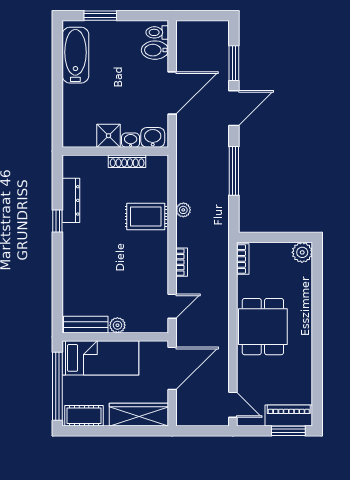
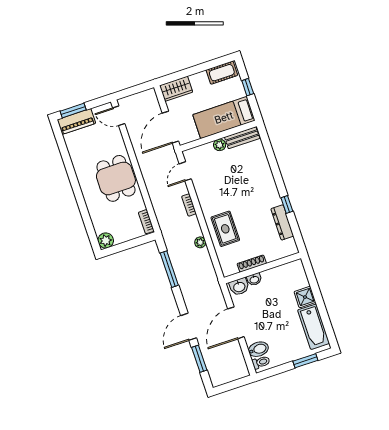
shower: (109, 136) -> (305, 297), moved
window: (234, 171) -> (169, 269), moved
rug: (146, 217) -> (225, 229), turned 90
window: (57, 386) -> (248, 87), width x0.32
wardrobe: (139, 415) -> (176, 89), width x0.67

